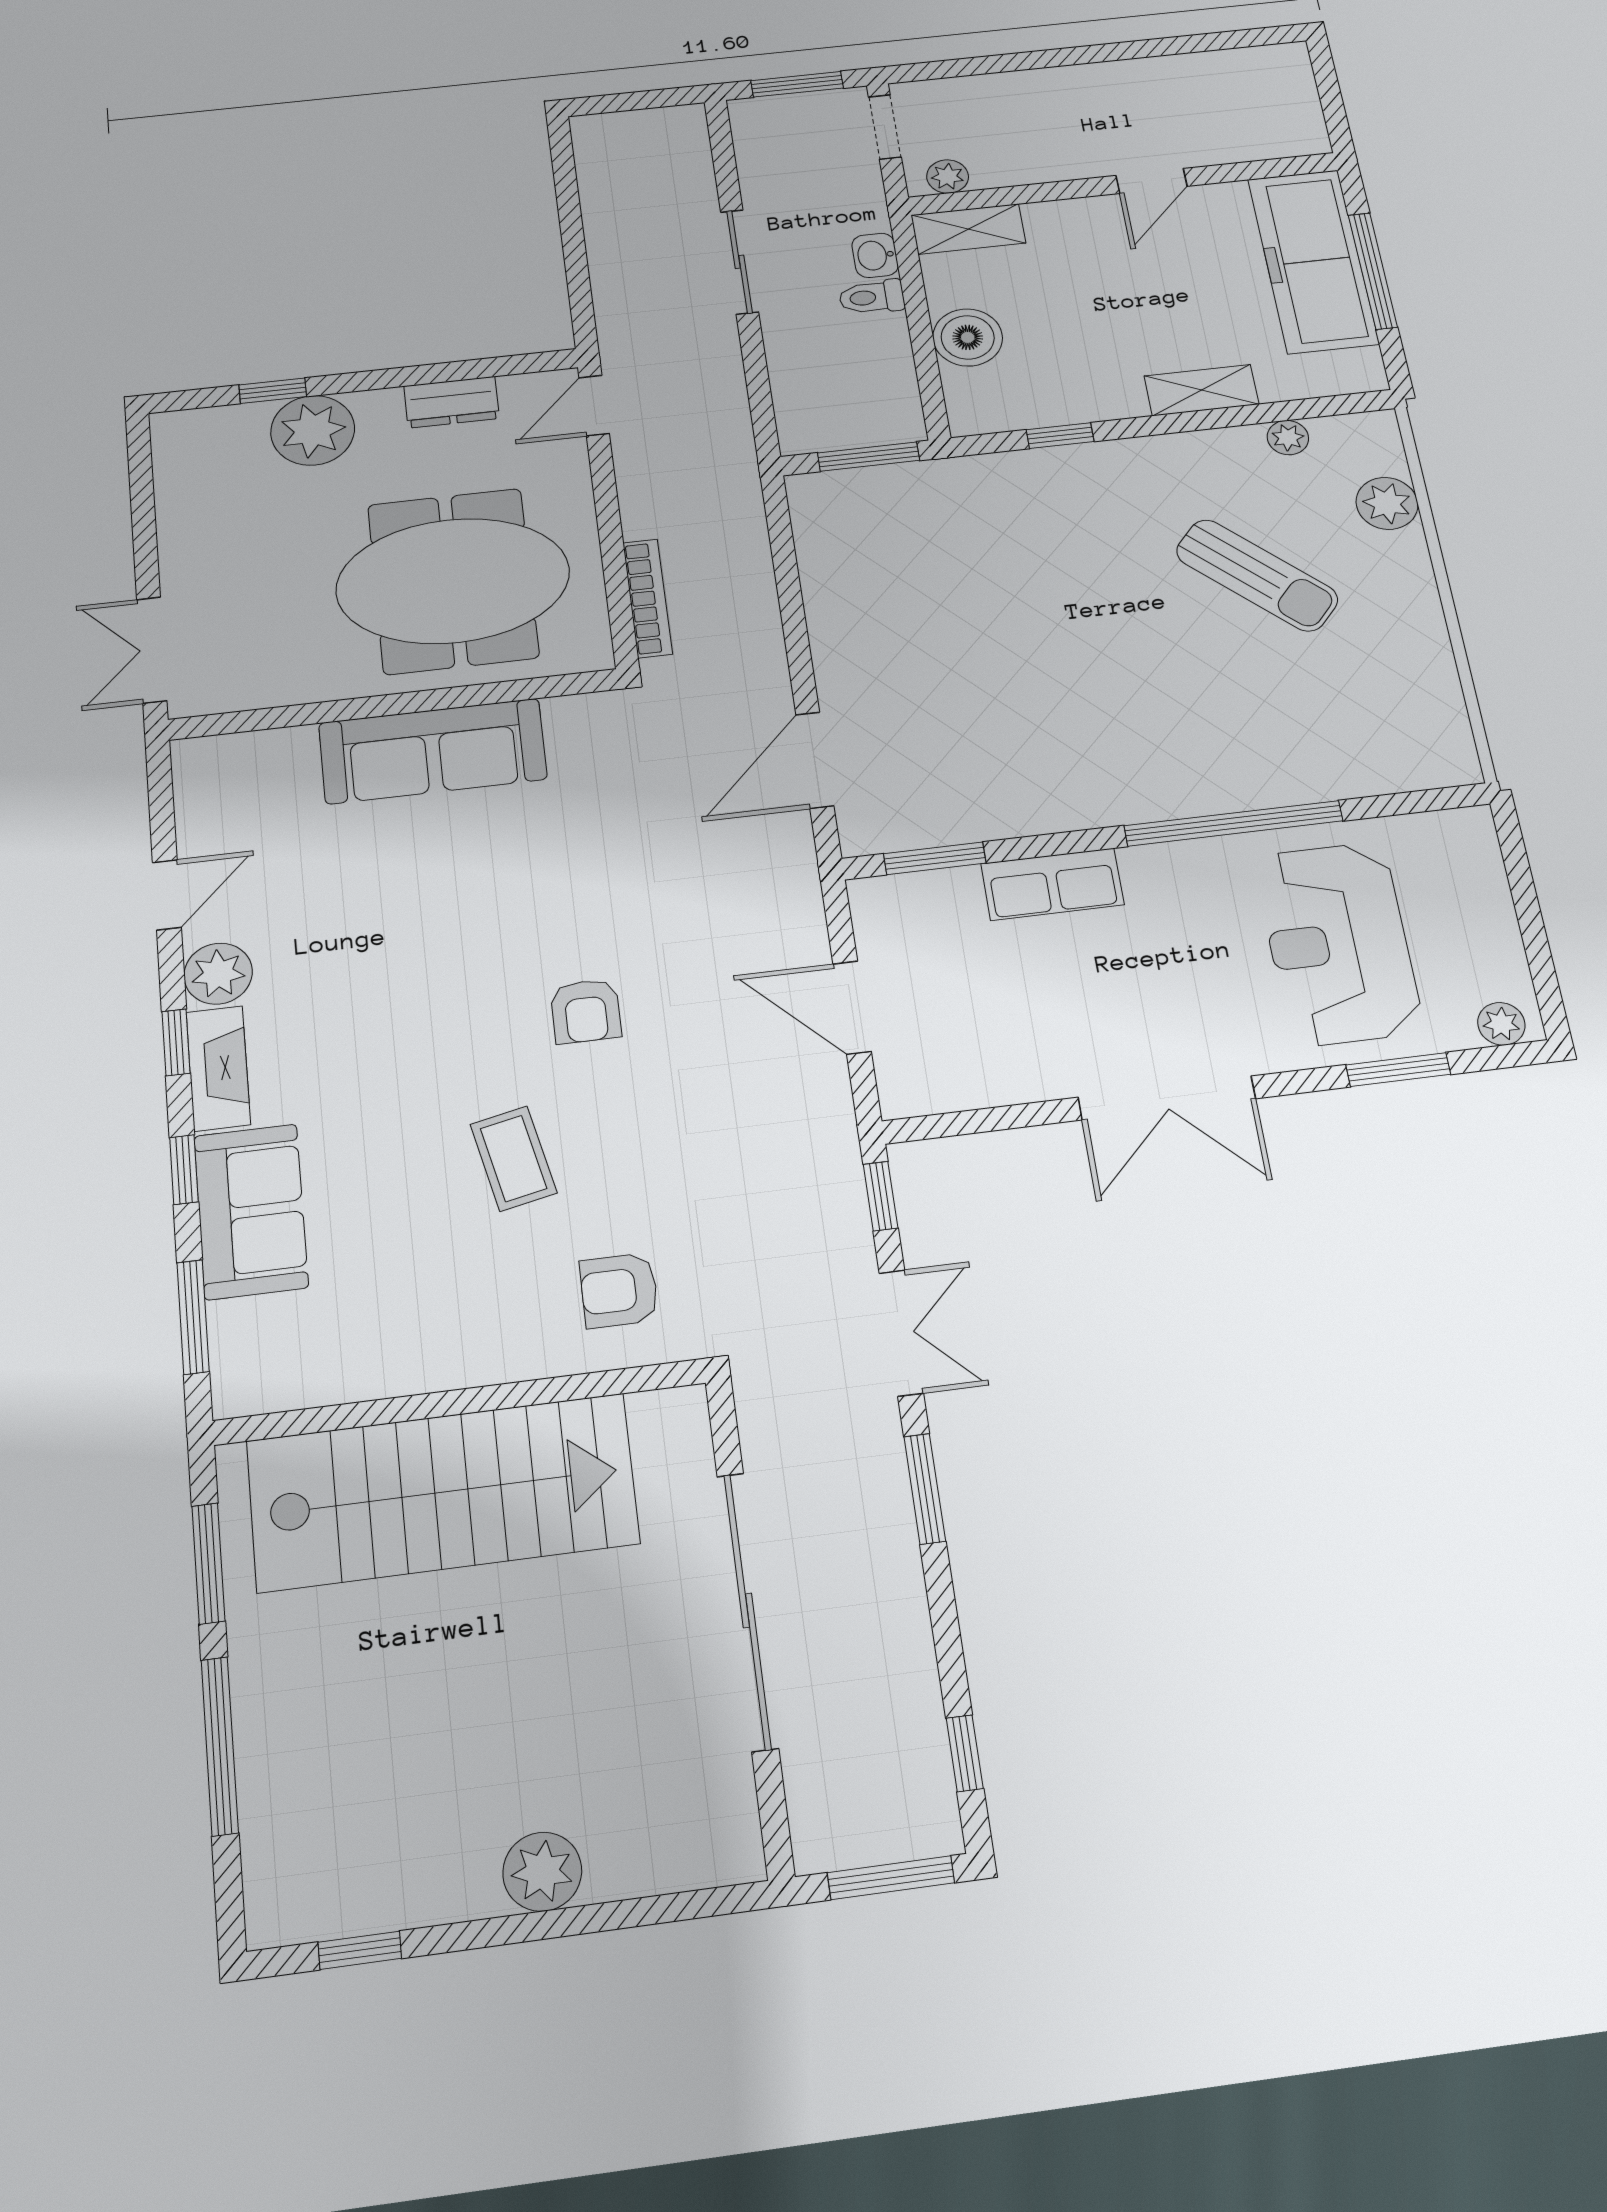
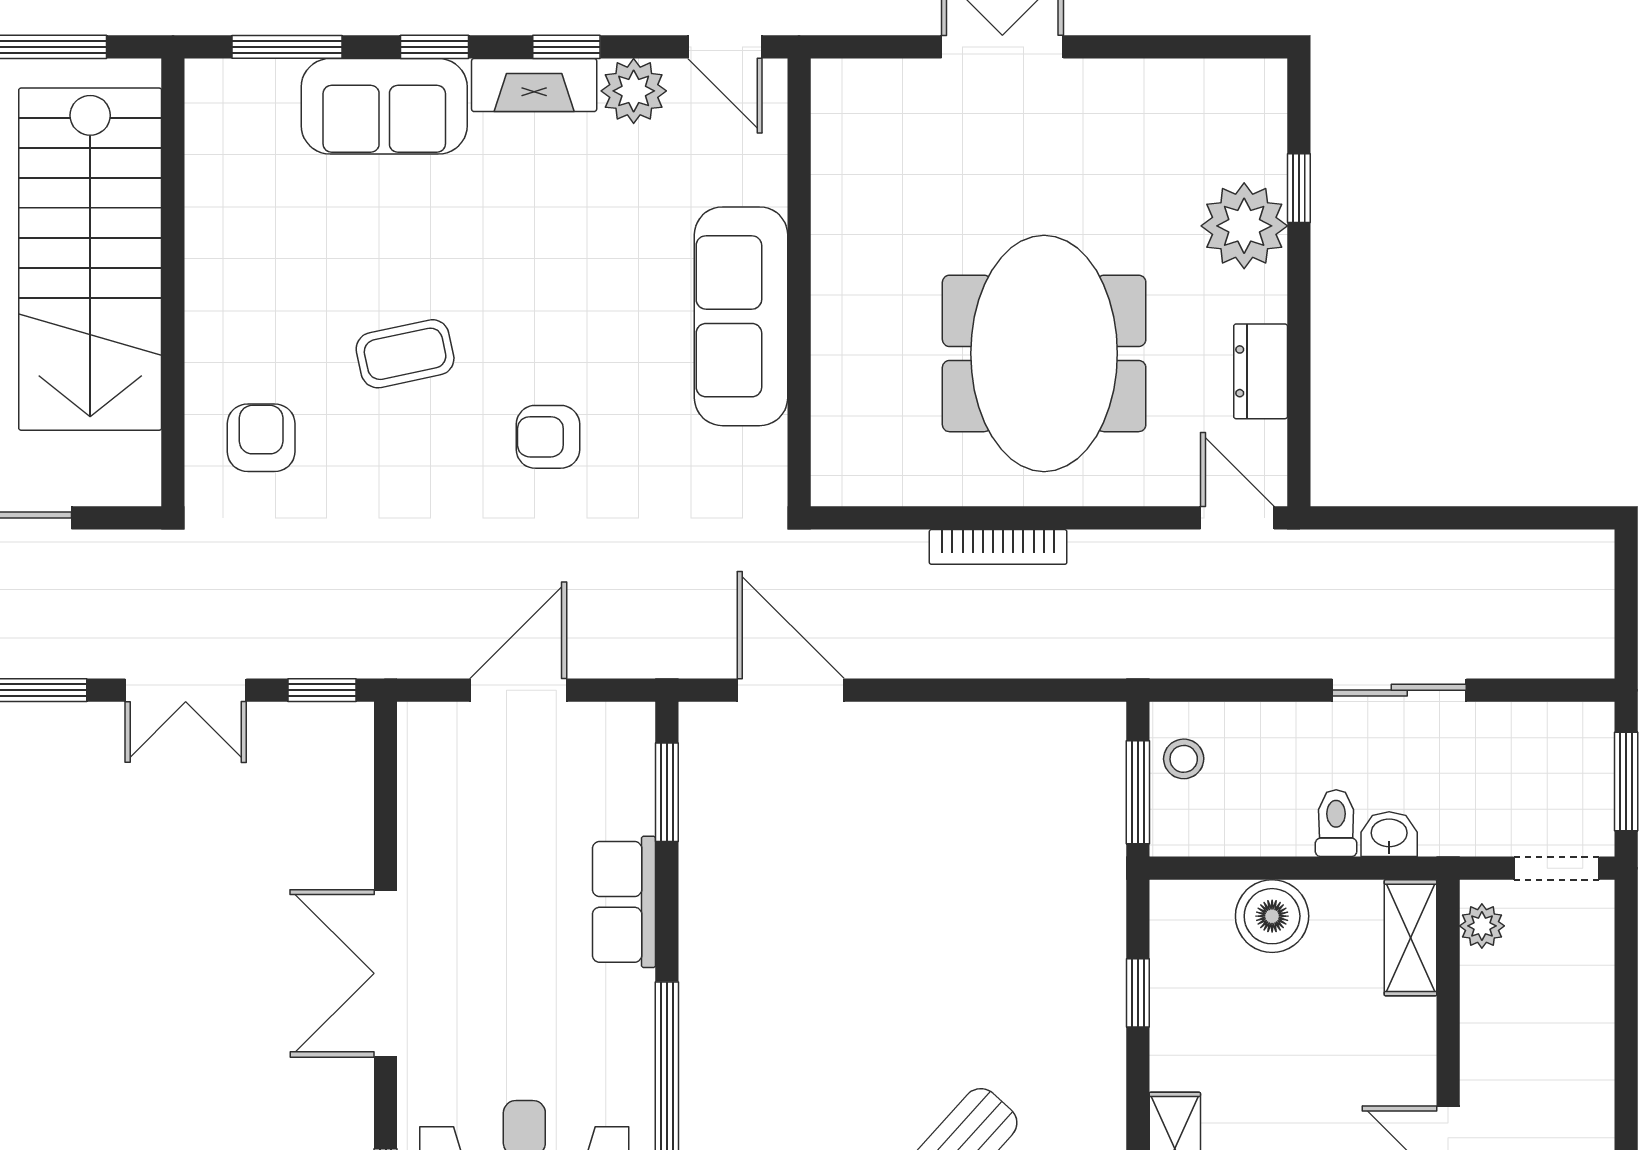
stool: (831, 423) -> (1184, 759), added
wall: (394, 704) -> (799, 282), moved
sofa: (433, 751) -> (741, 316), moved

